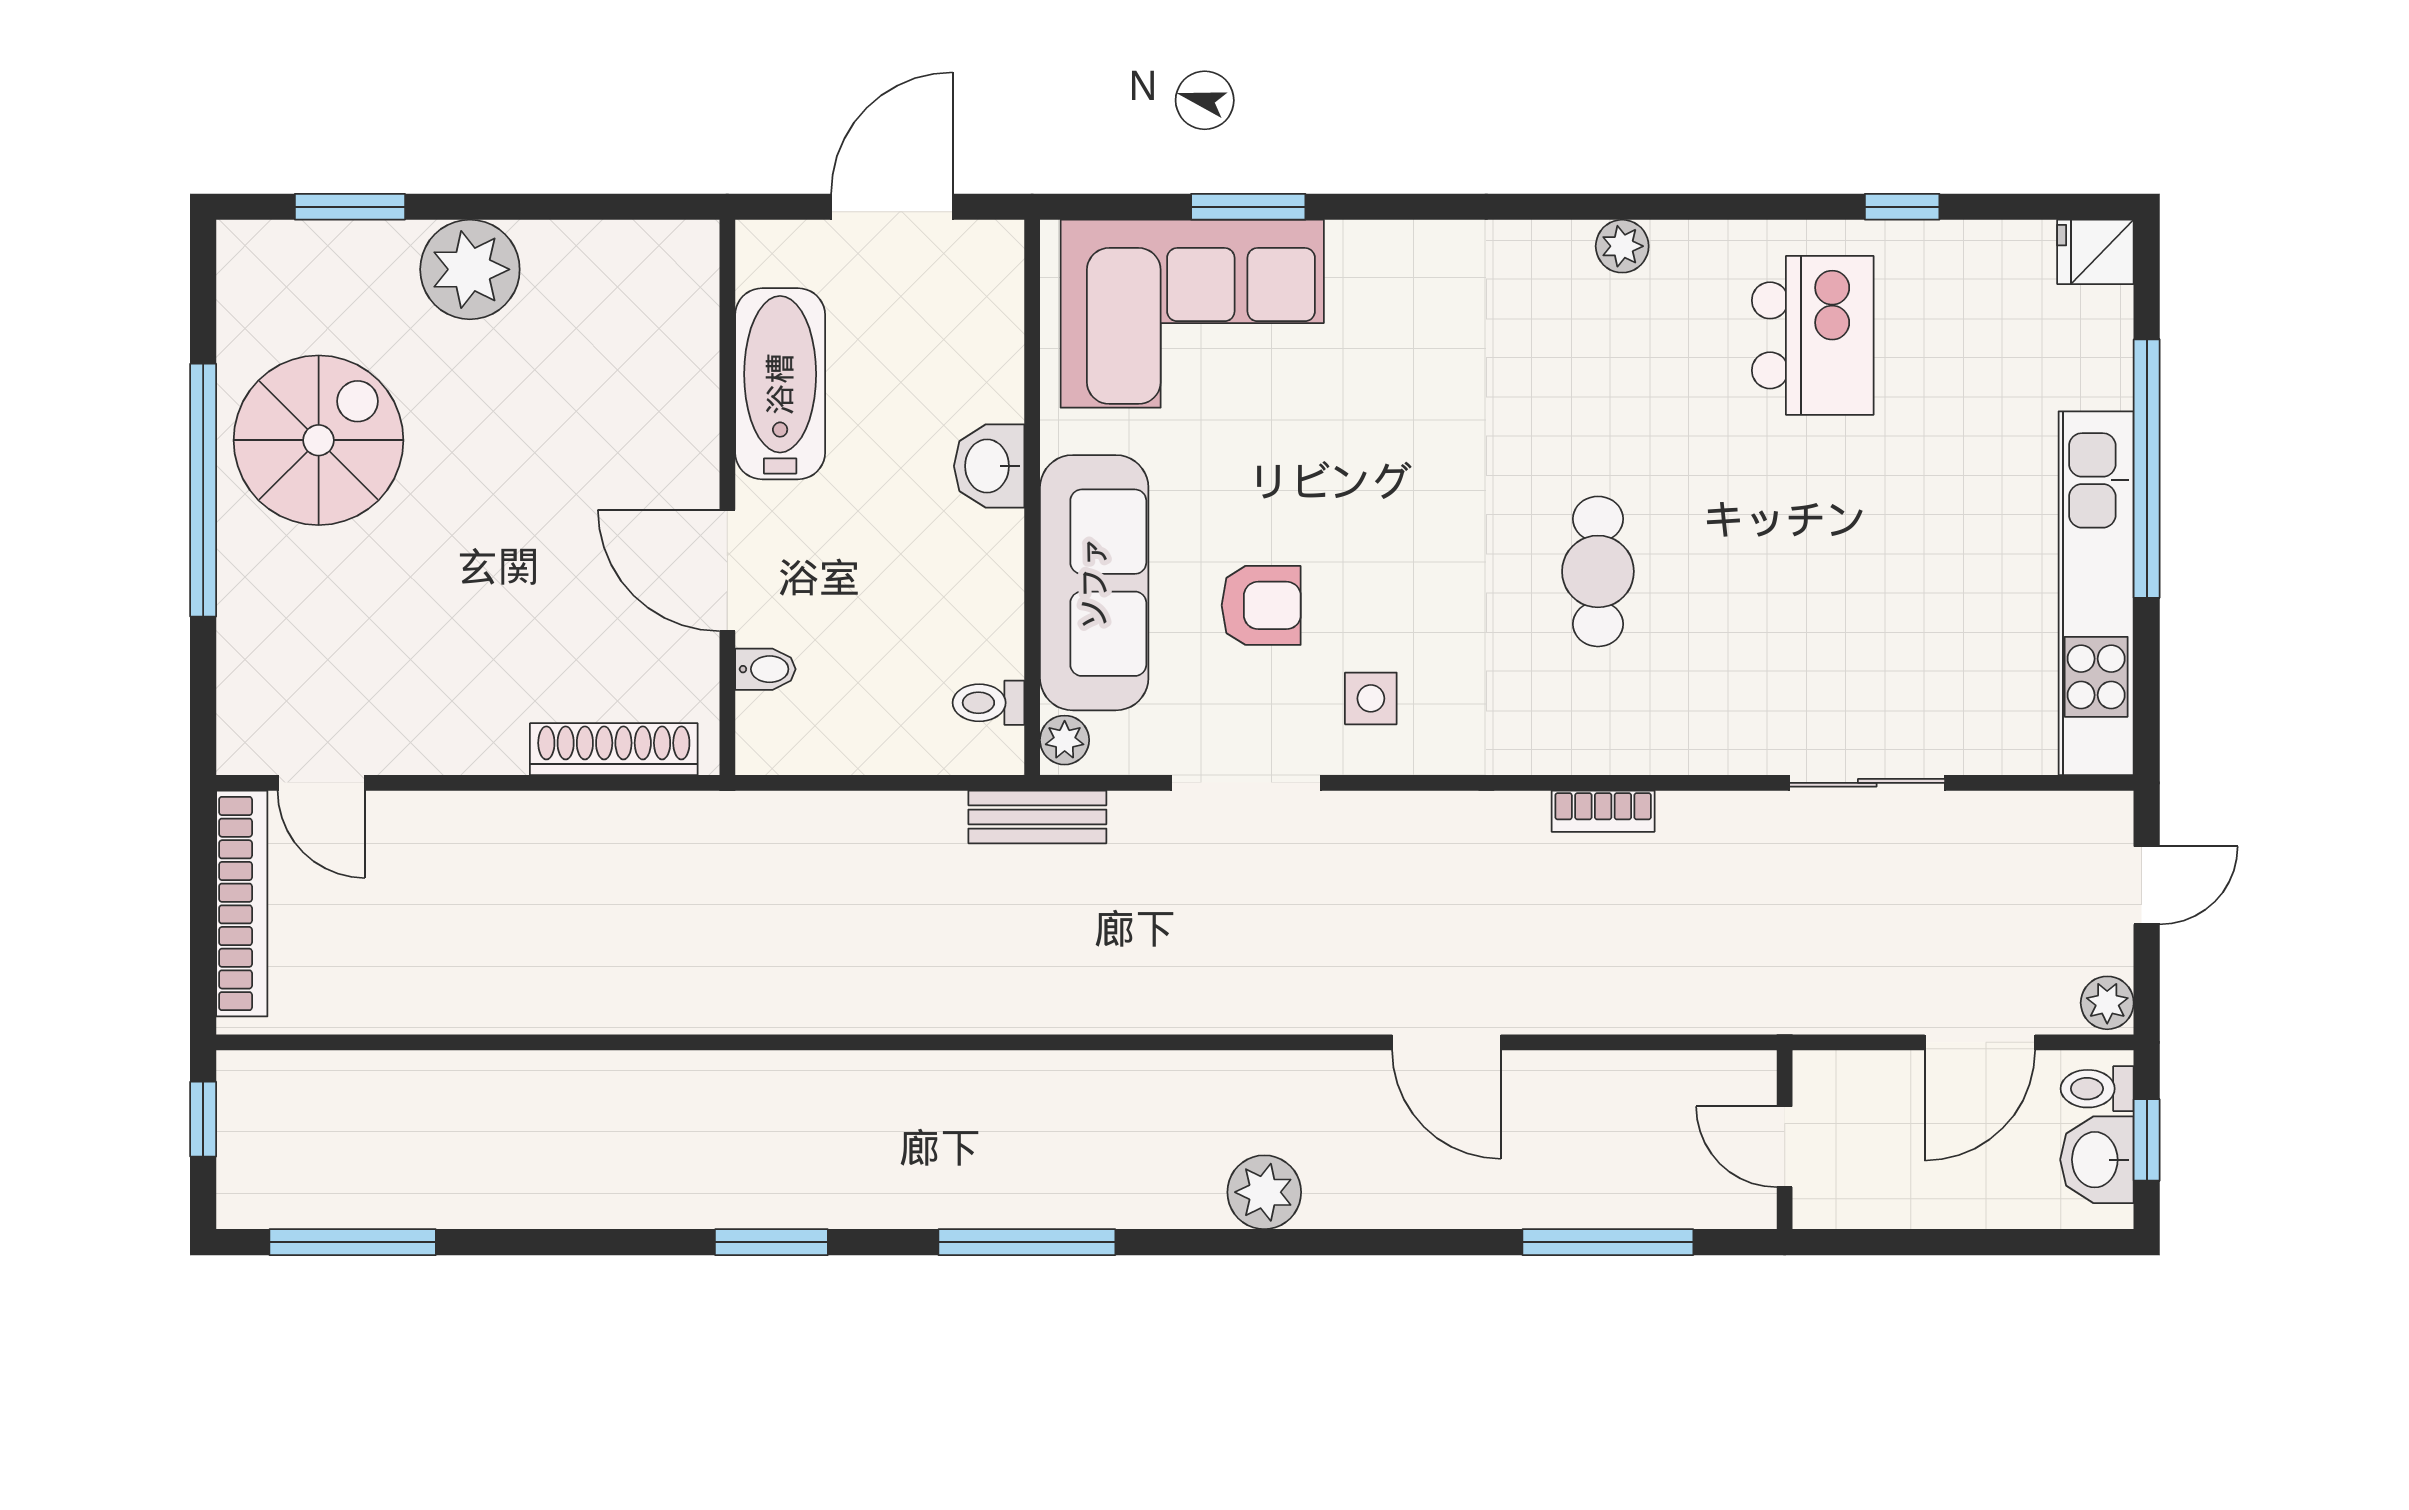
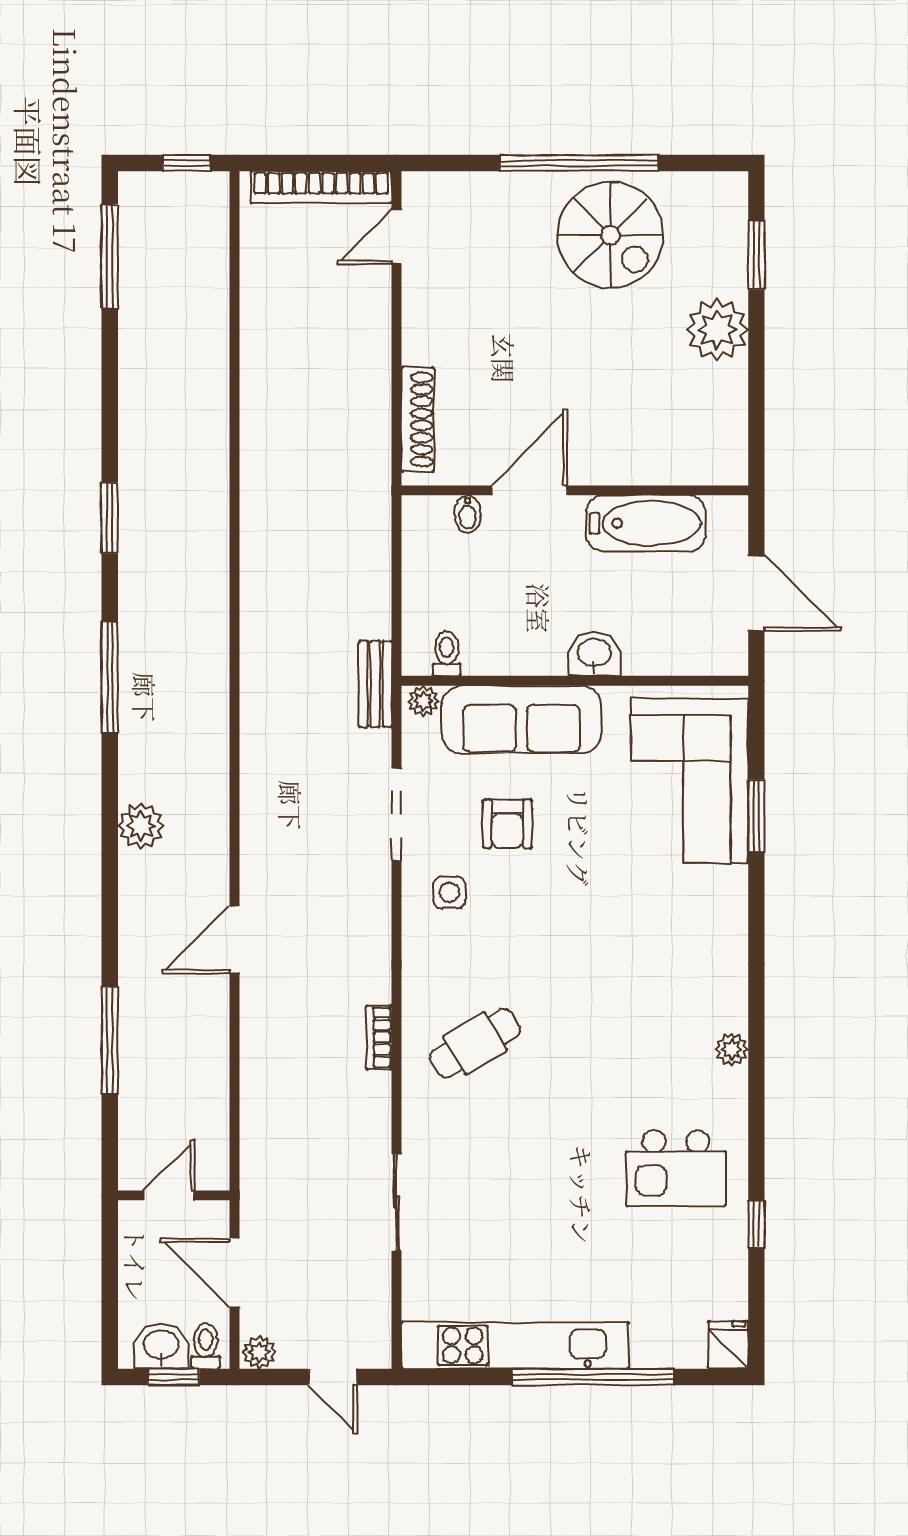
cafe table: (1598, 571) -> (475, 1043), moved, turned -31
wall: (1785, 1140) -> (174, 1195), moved
door: (1785, 1147) -> (169, 1195), moved

